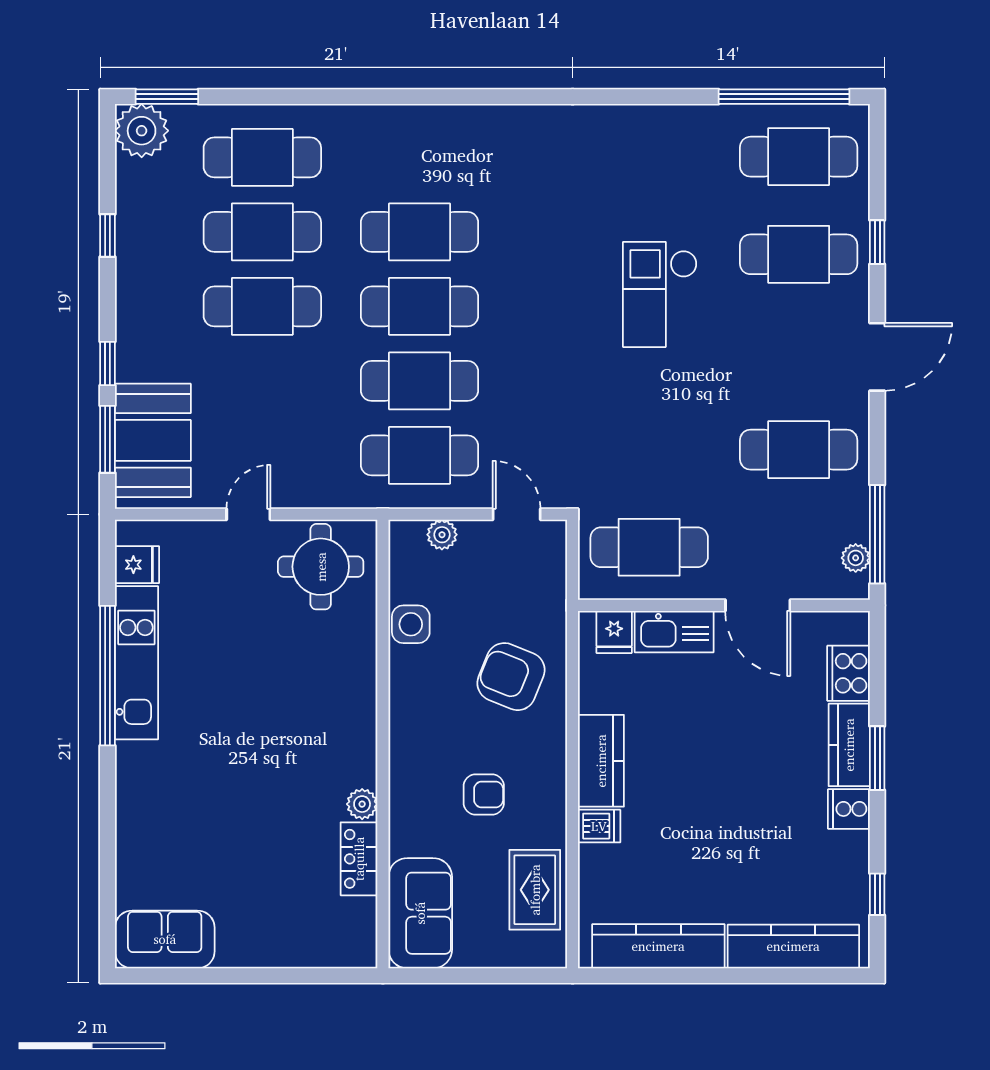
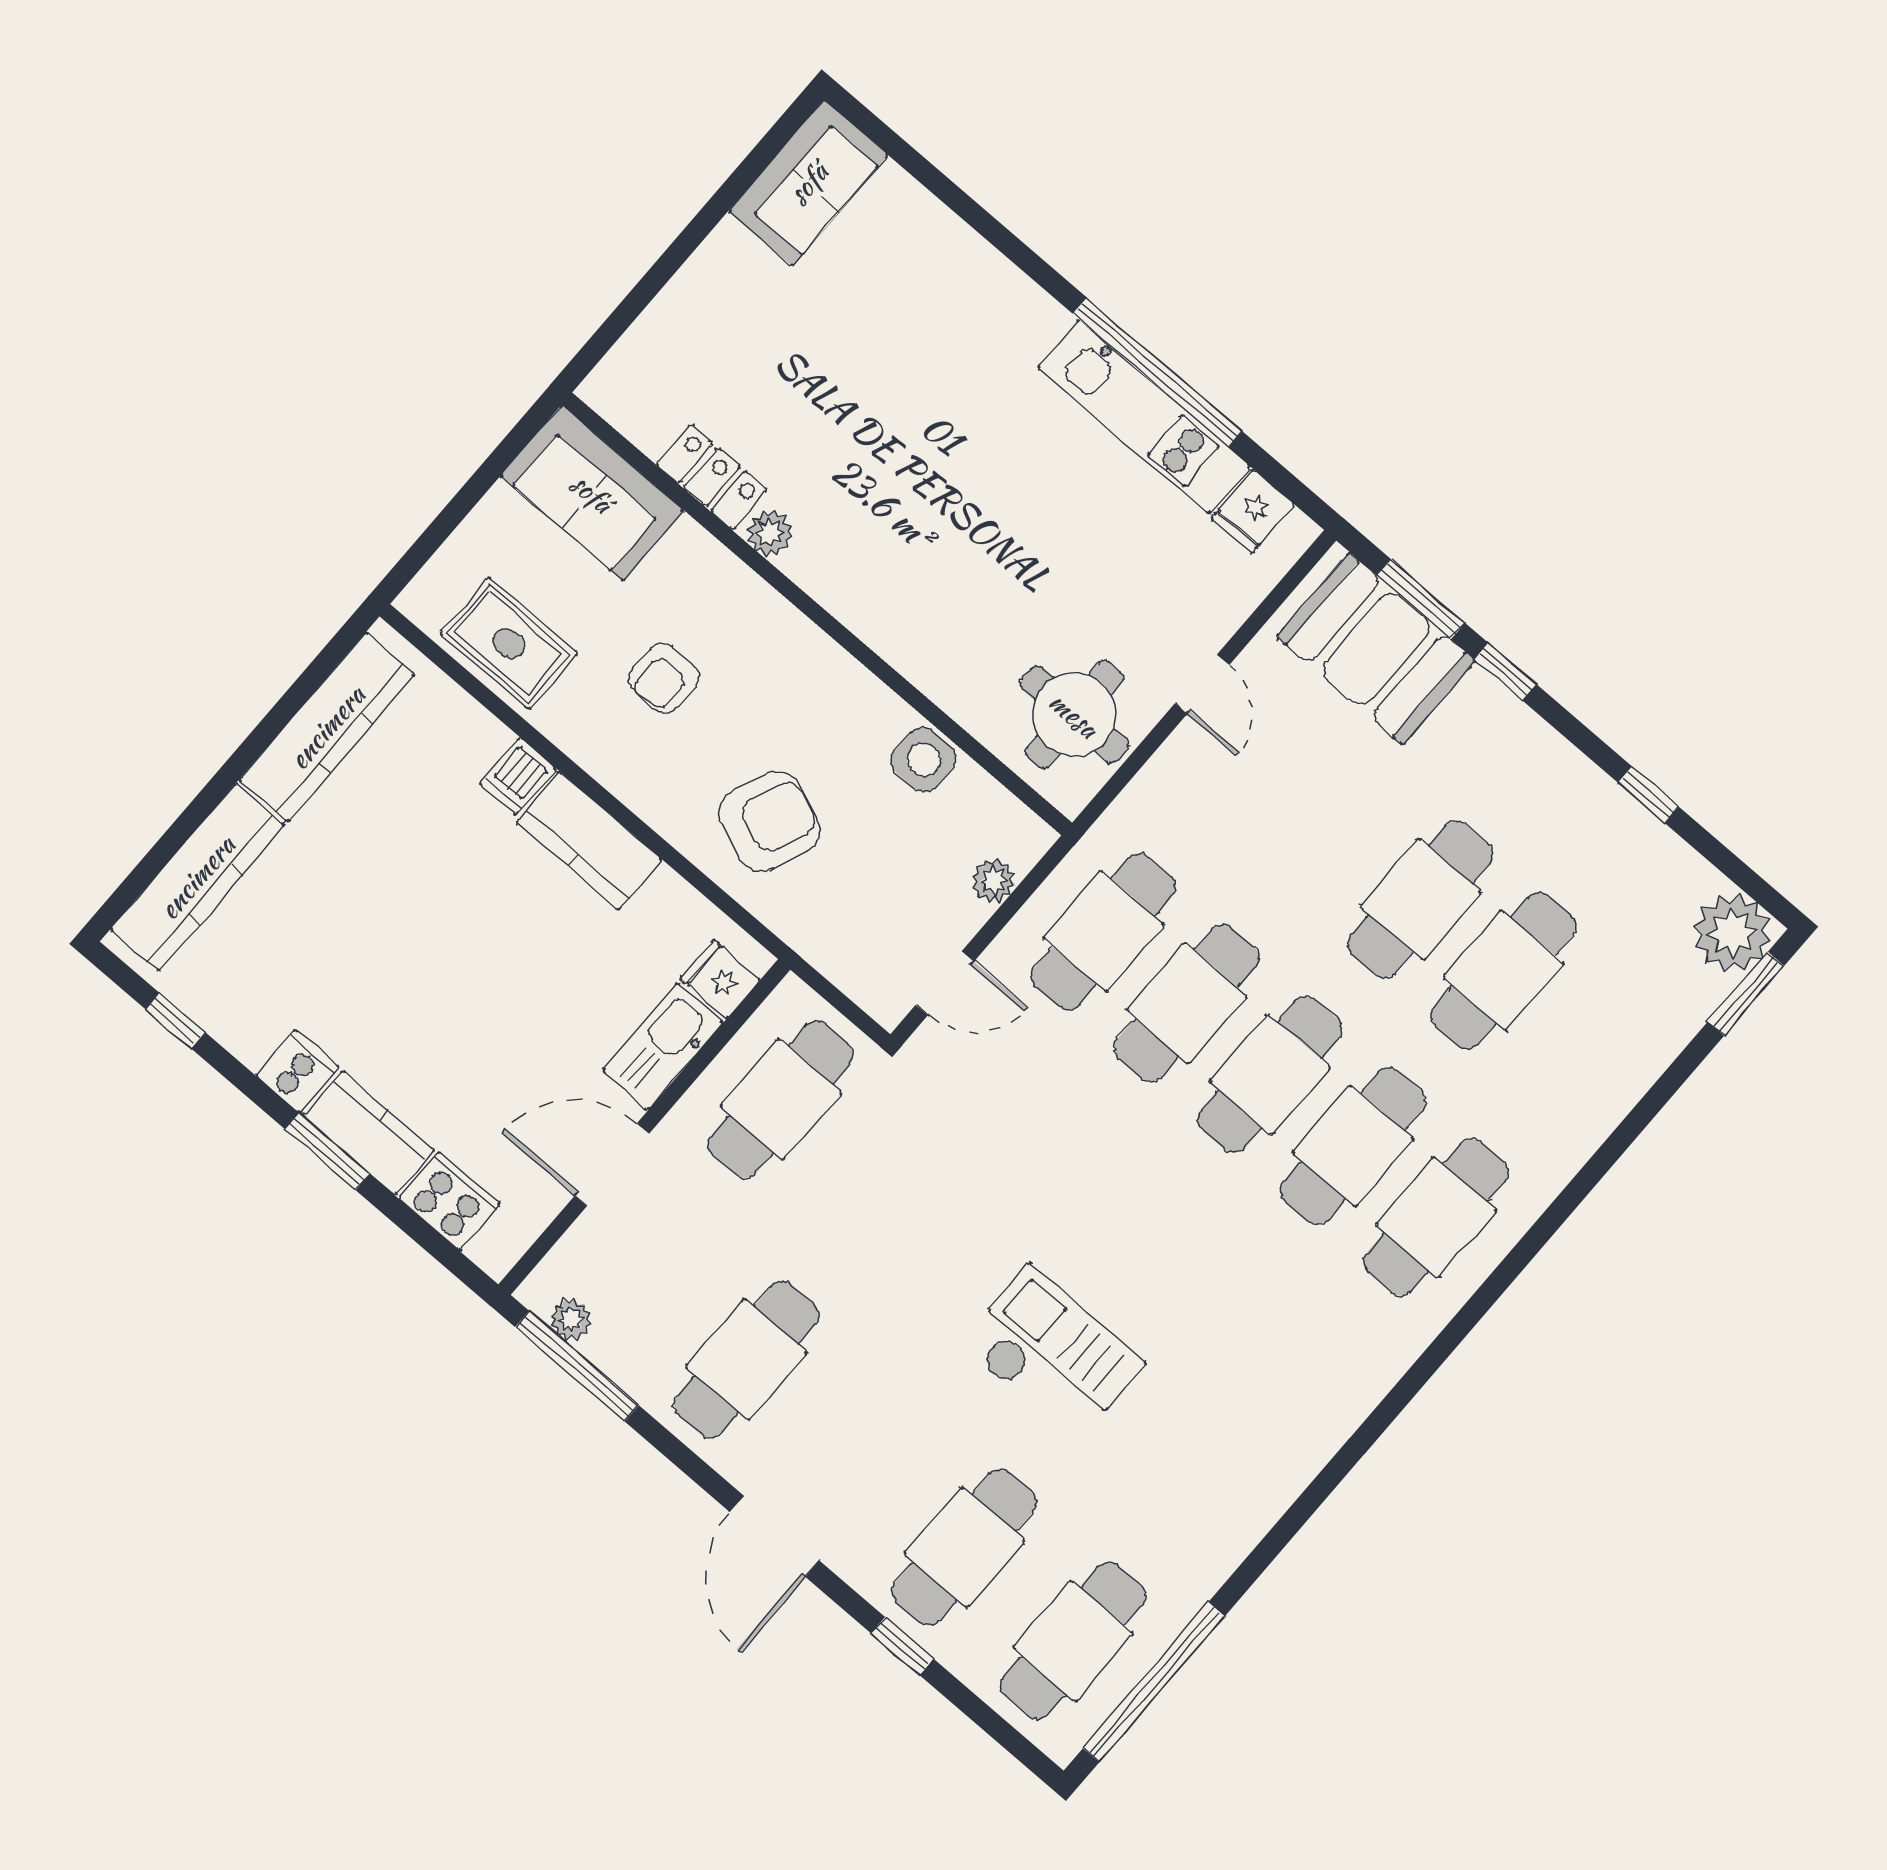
cafe table: (262, 157) -> (1436, 1217), moved

